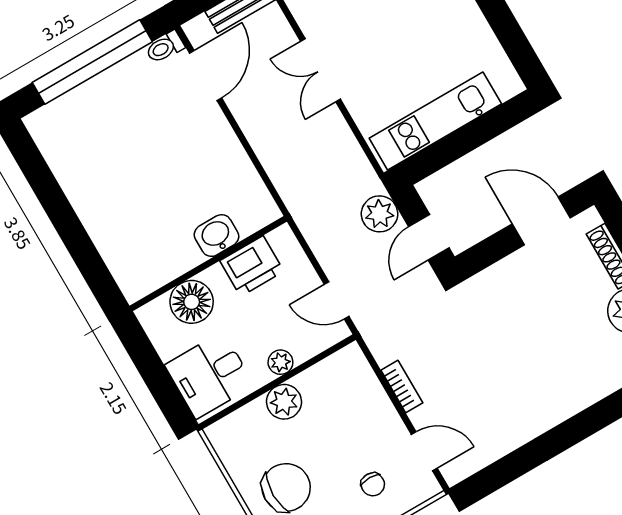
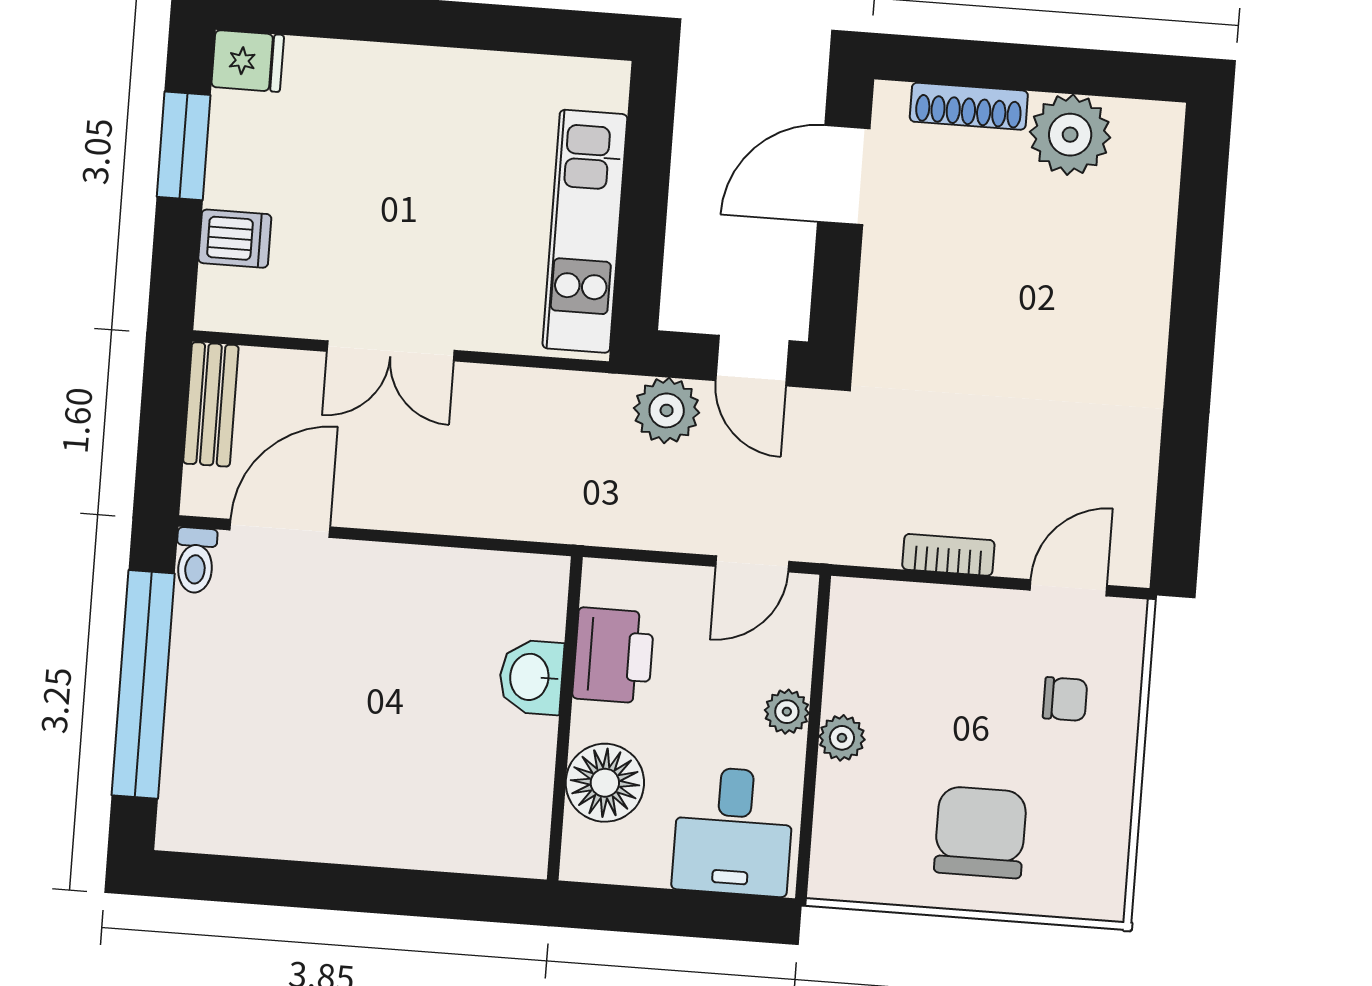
door: (206, 75) -> (280, 528), hinge flipped
plant: (284, 402) -> (842, 738), width x0.73, depth x0.73

